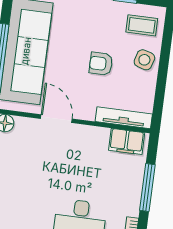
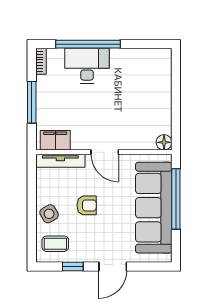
side table: (144, 60) -> (49, 214), turned 45
door: (56, 119) -> (105, 152), moved

